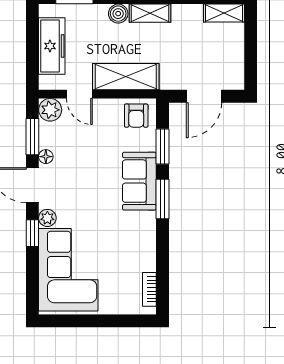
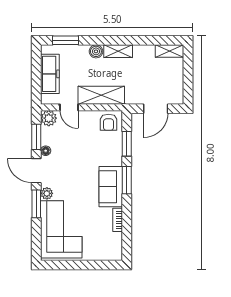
sofa: (139, 181) -> (111, 187), moved
window: (32, 233) -> (36, 204), width x1.50
bookcase: (149, 289) -> (118, 220), moved

